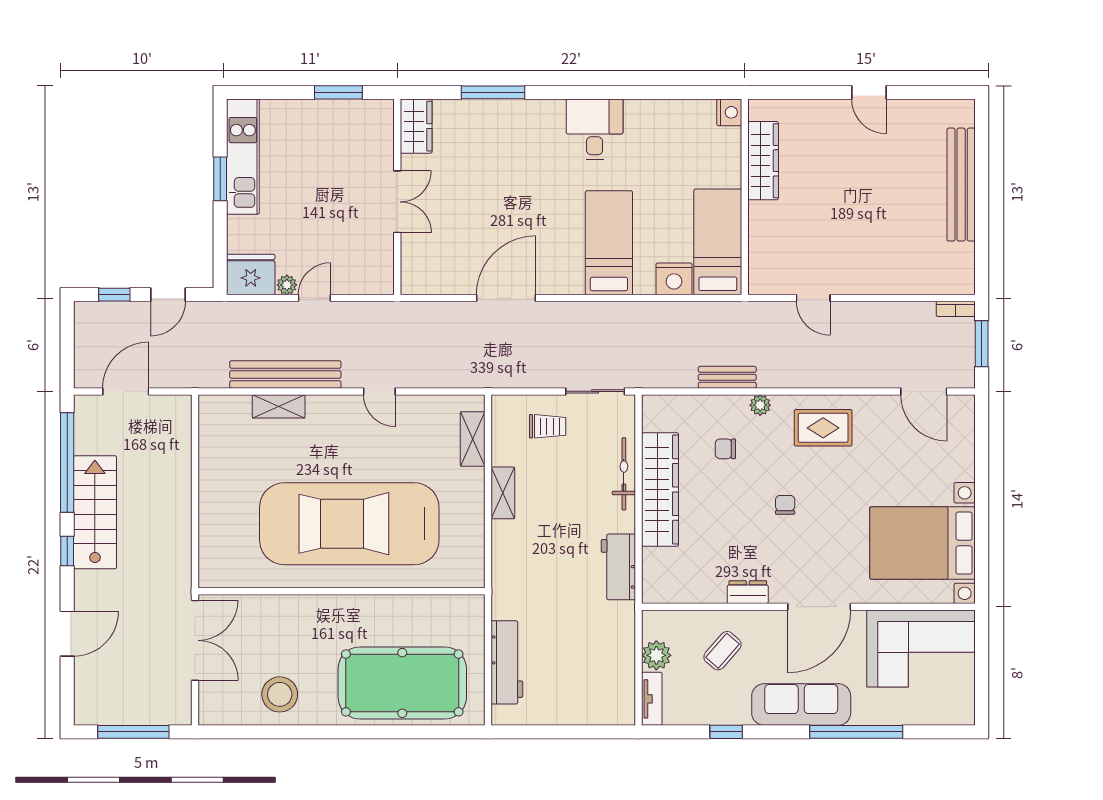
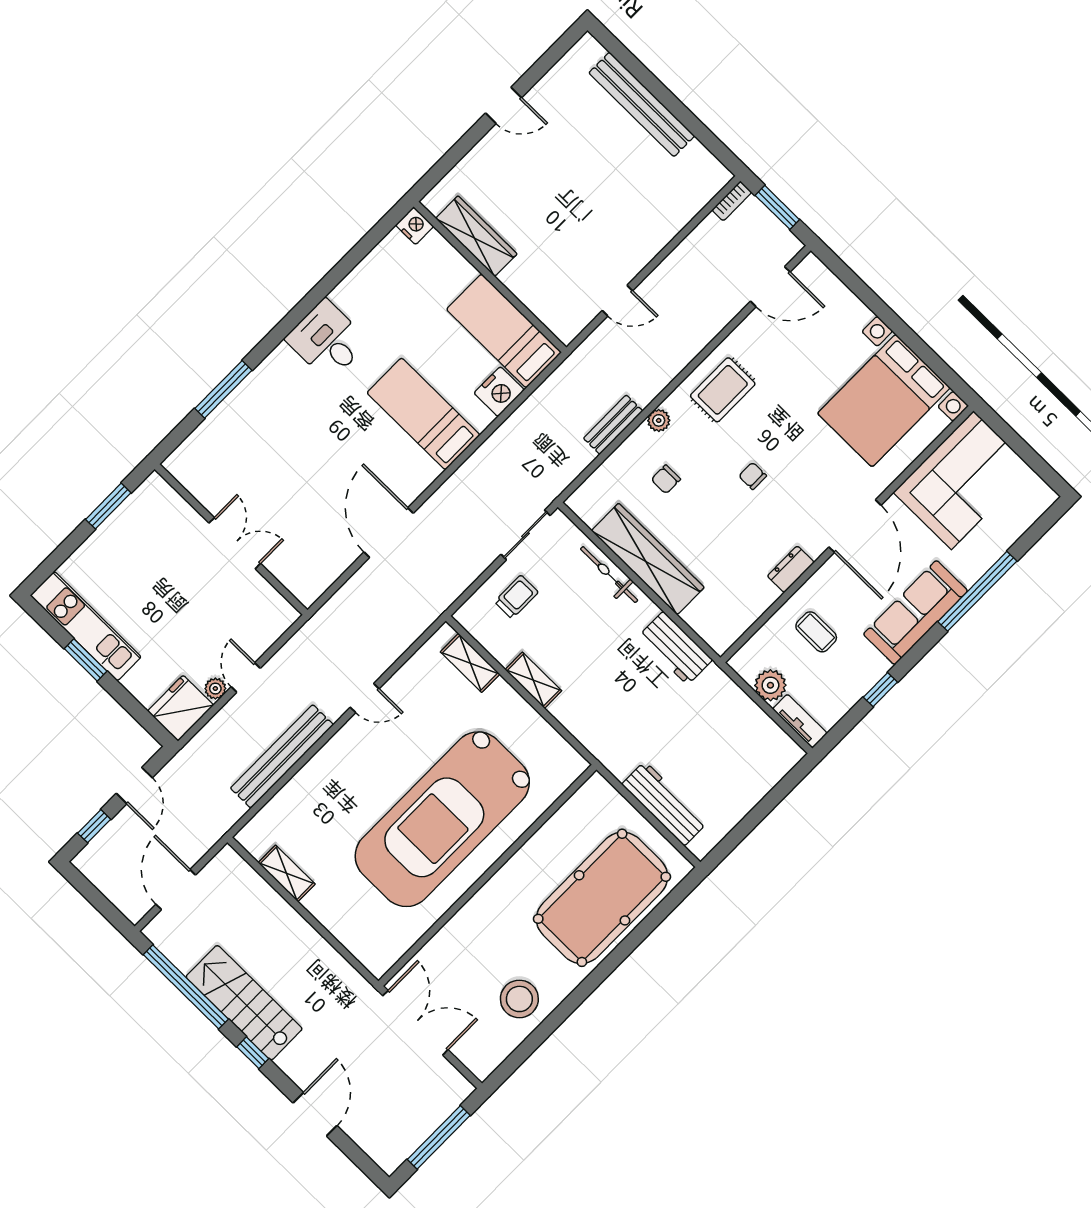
wardrobe: (416, 126) -> (192, 472), removed
shelving: (279, 406) -> (287, 873), moved, turned 90
coffee table: (722, 651) -> (816, 632), turned -41

